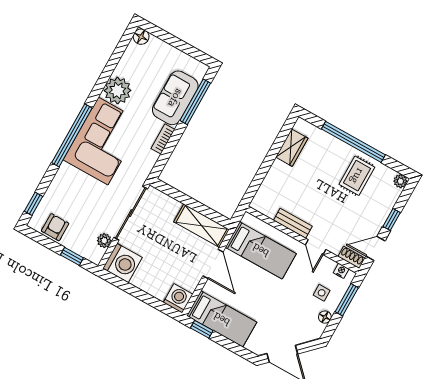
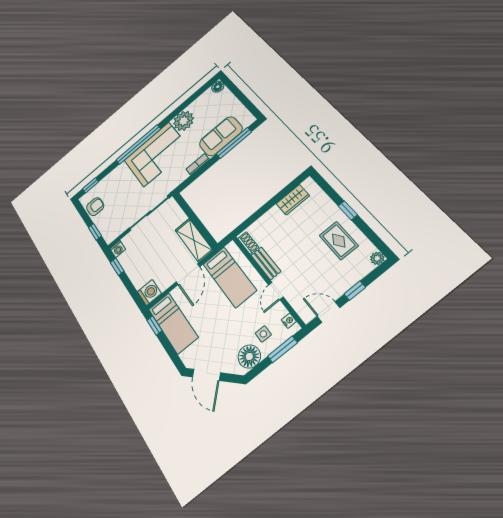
window: (353, 142) -> (348, 210), width x0.32
rug: (357, 176) -> (339, 241), turned 90
plant: (104, 241) -> (121, 228), removed
shoe rack: (351, 257) -> (248, 243), moved
washing machine: (123, 263) -> (118, 249), width x0.53, depth x0.53
window: (123, 285) -> (117, 267), added
floor lamp: (325, 317) -> (249, 357), width x1.89, depth x1.89

